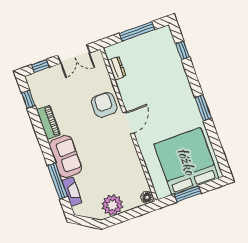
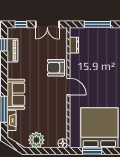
armchair: (104, 105) -> (56, 68), turned -90
piano: (48, 122) -> (12, 50), moved
door: (128, 123) -> (68, 86), hinge flipped

